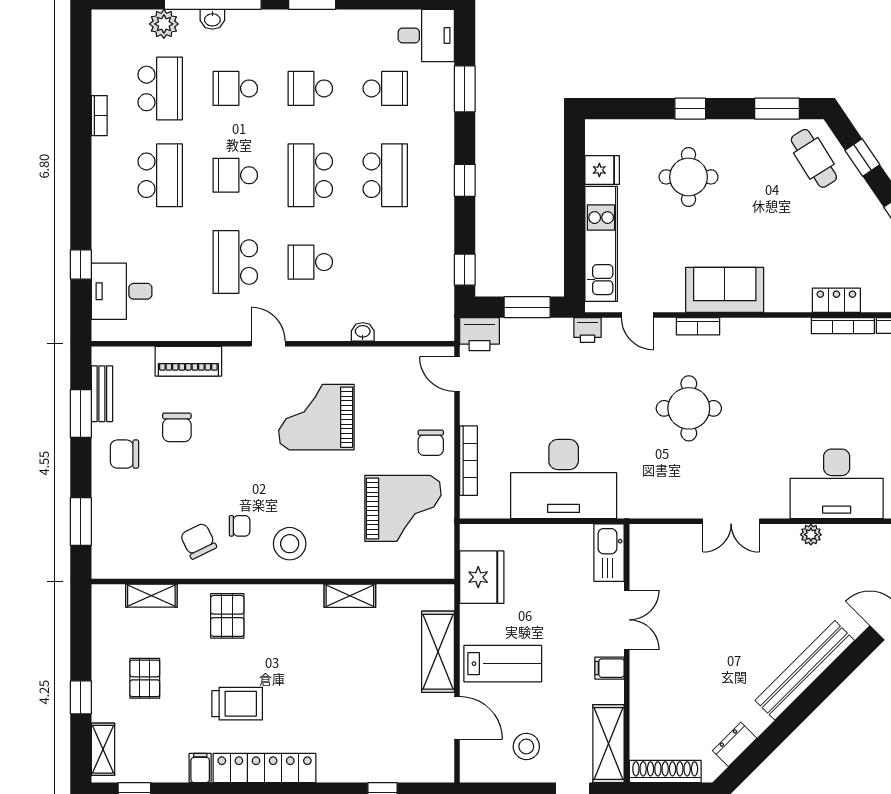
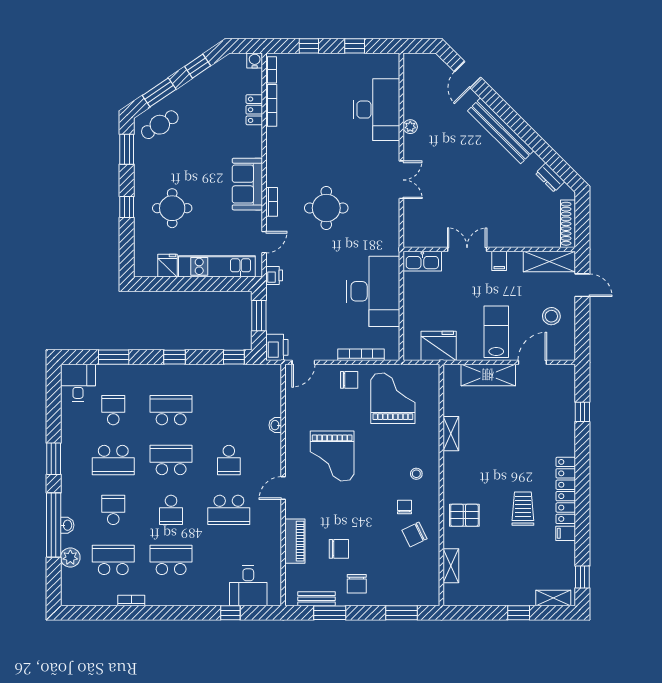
school desk: (235, 88) -> (113, 510), turned 180
school desk: (310, 88) -> (113, 460), width x1.85
window: (862, 157) -> (159, 92), width x1.50
school desk: (310, 175) -> (171, 460), turned 180
stool: (290, 544) -> (416, 474), width x0.53, depth x0.53
pallet: (145, 678) -> (506, 570), removed

